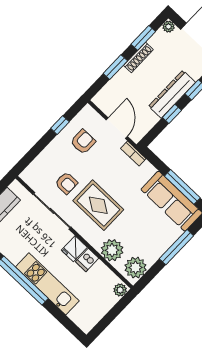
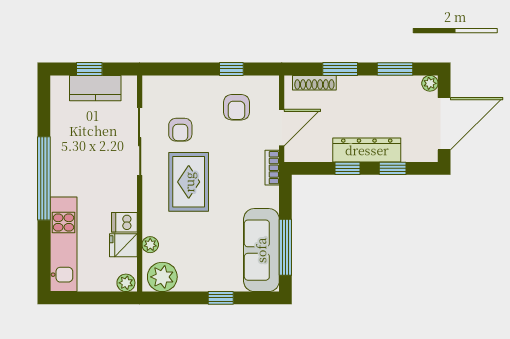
shoe rack: (138, 57) -> (314, 83), moved
armchair: (83, 142) -> (236, 107), turned 90
window: (176, 247) -> (221, 298), width x0.46
fridge: (74, 249) -> (123, 245), moved
plant: (112, 250) -> (150, 245), width x0.53, depth x0.53
kitchen unit: (47, 284) -> (64, 244), moved

